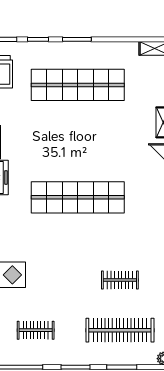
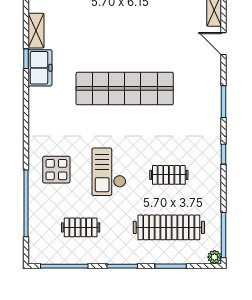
checkout: (63, 277) -> (109, 172), added

